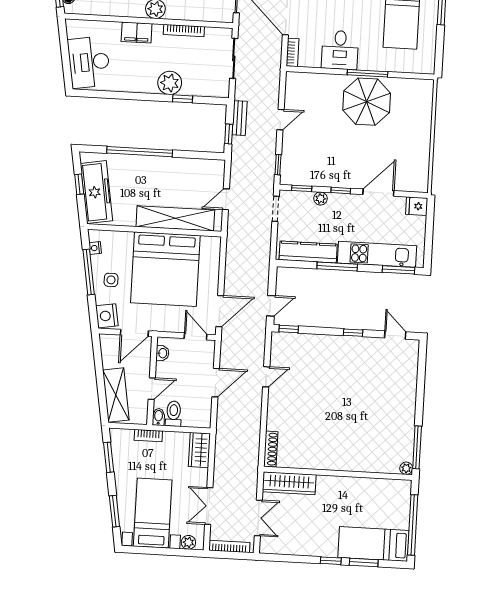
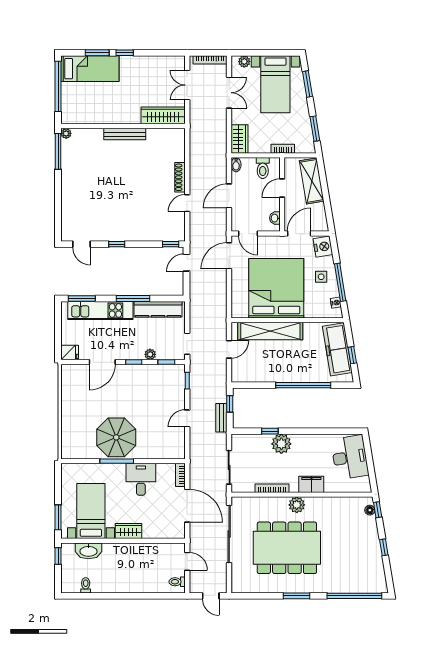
bidet: (158, 417) -> (236, 165), moved
shoe rack: (271, 449) -> (180, 177), moved
bench: (336, 464) -> (125, 134), added

